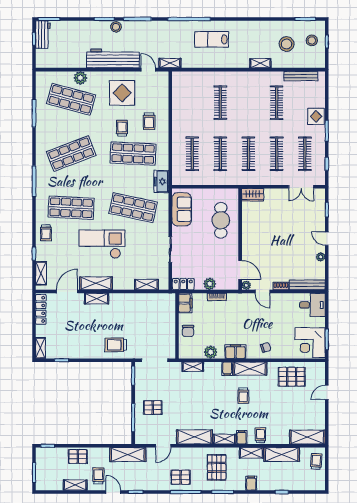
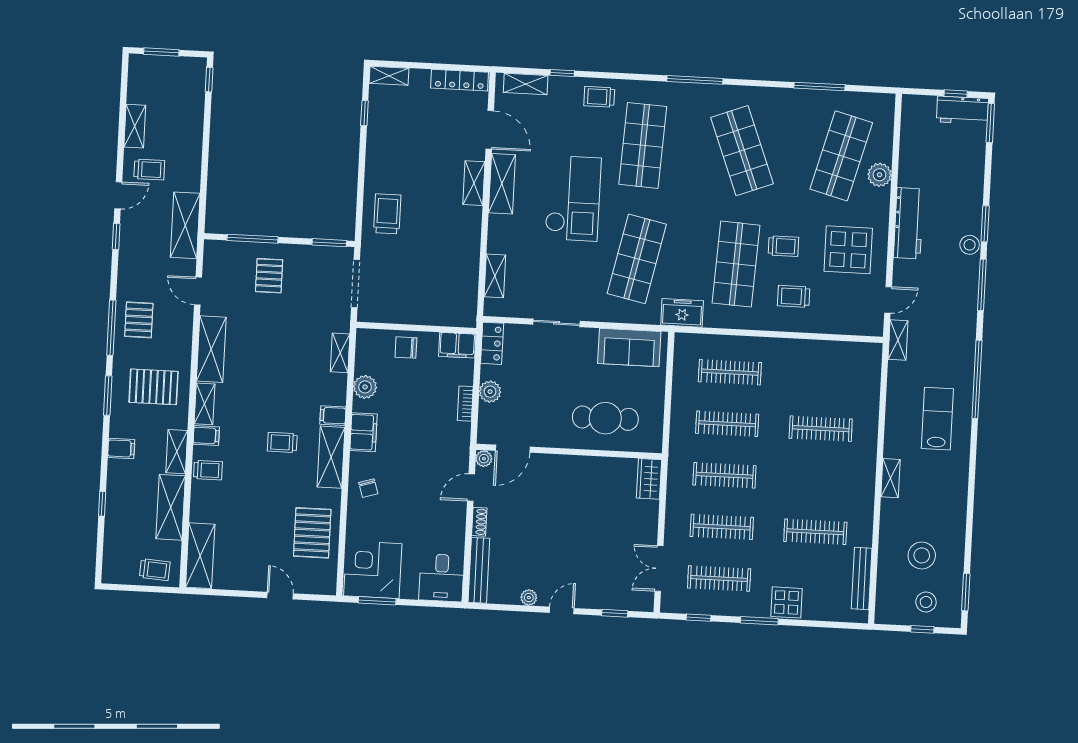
workbench: (113, 58) -> (908, 223), width x0.73, depth x0.76
shelving: (260, 63) -> (890, 478), moved
pallet: (78, 456) -> (187, 134), removed

